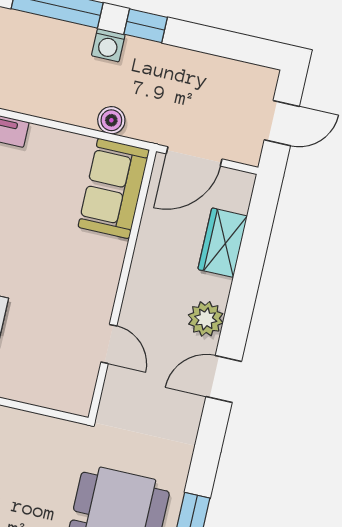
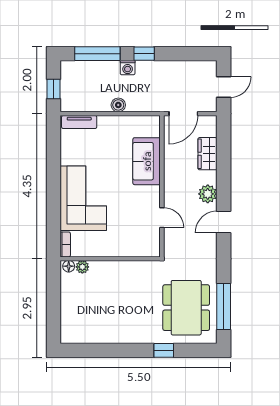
boiler: (111, 120) -> (118, 105), moved
sofa: (114, 188) -> (147, 161), moved

